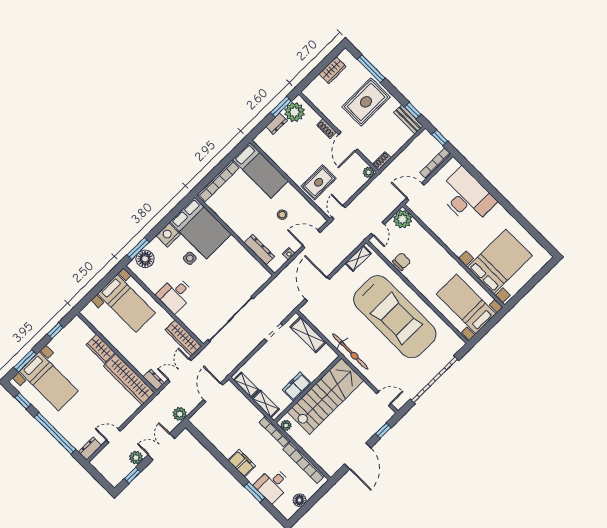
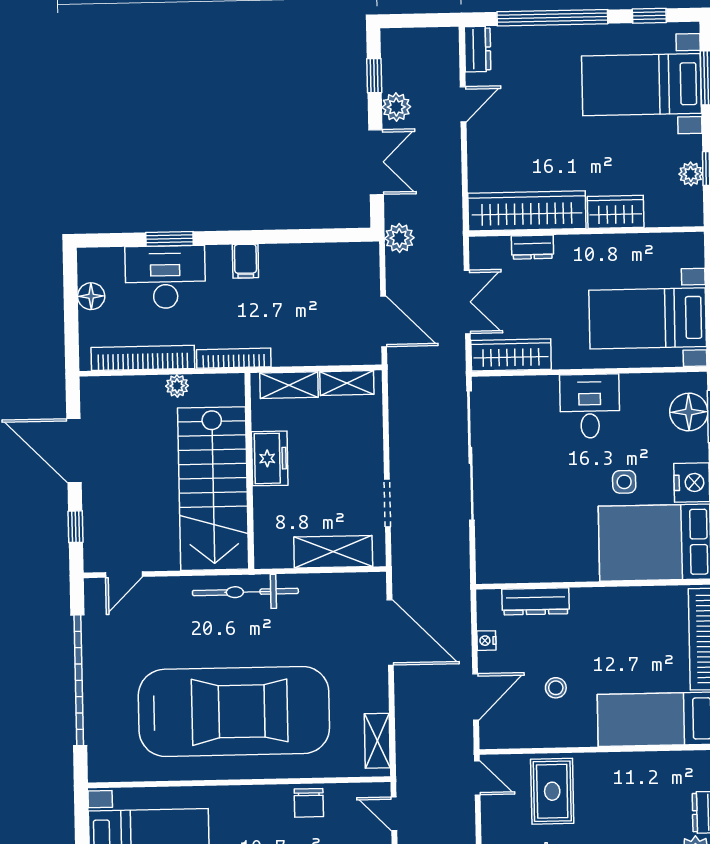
car: (395, 317) -> (234, 711), turned 180
plant: (63, 335) -> (691, 174), added
dresser: (154, 380) -> (532, 247), moved
plant: (286, 425) -> (177, 386), moved
filing cabinet: (242, 463) -> (245, 261), width x0.50
desk: (273, 485) -> (165, 277), width x1.37

